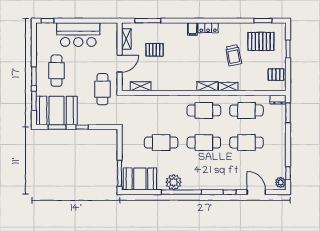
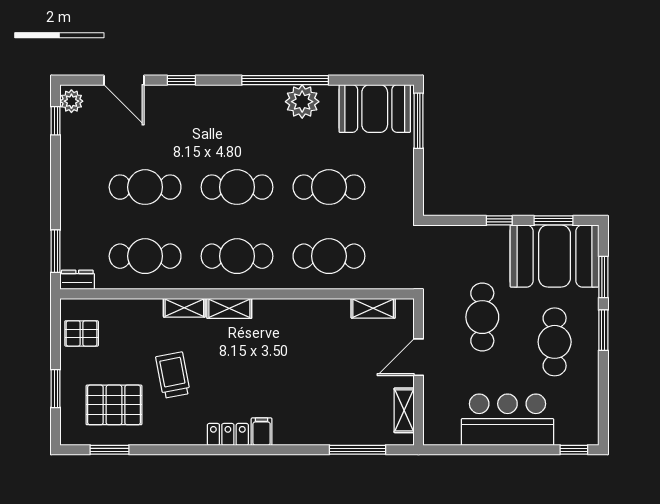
pallet: (155, 50) -> (343, 387), removed
cafe table: (102, 89) -> (482, 317), moved
cafe table: (161, 110) -> (329, 256), added

